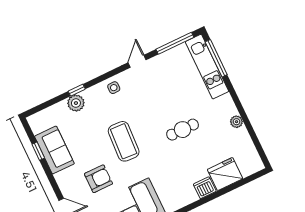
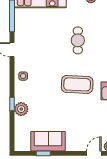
coffee table: (124, 141) -> (77, 84), moved
armchair: (98, 179) -> (84, 119), removed

